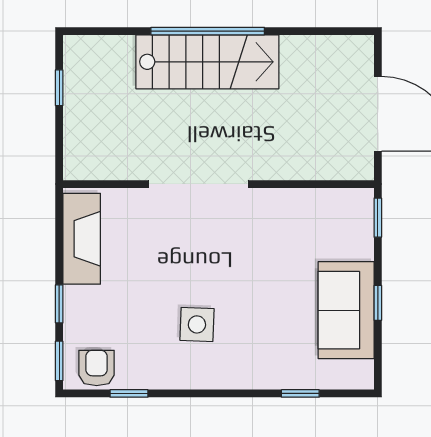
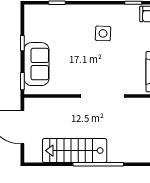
stairs: (207, 62) -> (75, 151), moved
sofa: (346, 310) -> (37, 64), moved

